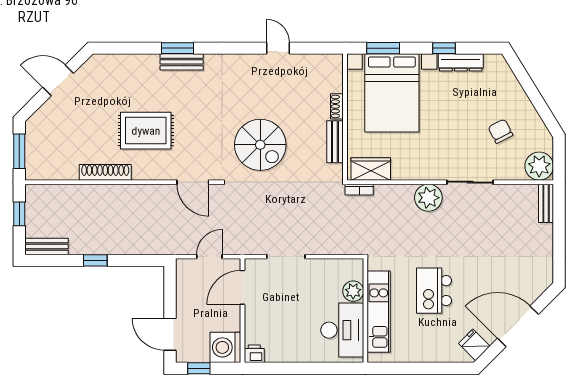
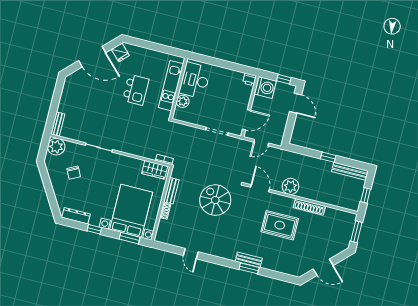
dresser: (461, 62) -> (76, 216), moved
plant: (428, 198) -> (290, 186), moved
bench: (46, 246) -> (350, 171), width x1.36

